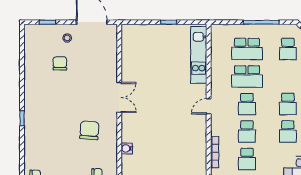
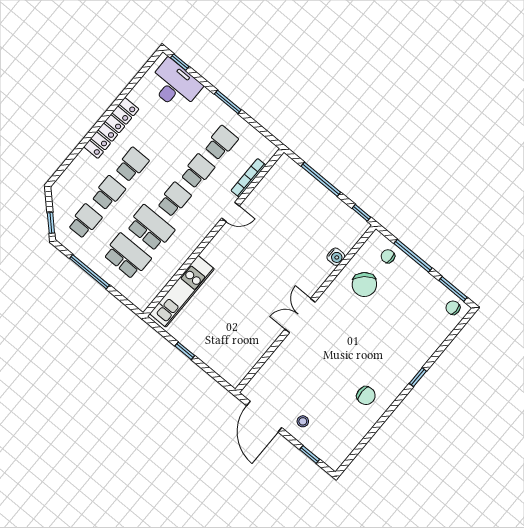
chair: (60, 63) -> (366, 396), moved, turned -90
door: (209, 106) -> (230, 212), moved
chair: (89, 130) -> (364, 284), moved, turned -45
school desk: (288, 132) -> (108, 193), moved

